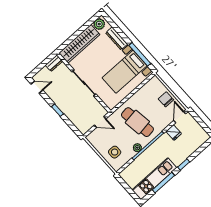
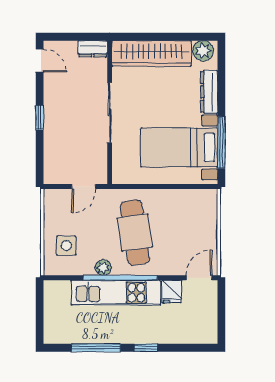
chair: (166, 99) -> (202, 236), removed
door: (100, 122) -> (84, 187), hinge flipped
kitchen unit: (154, 179) -> (116, 293), moved, turned 180

